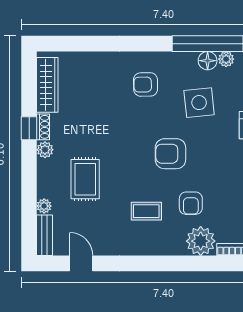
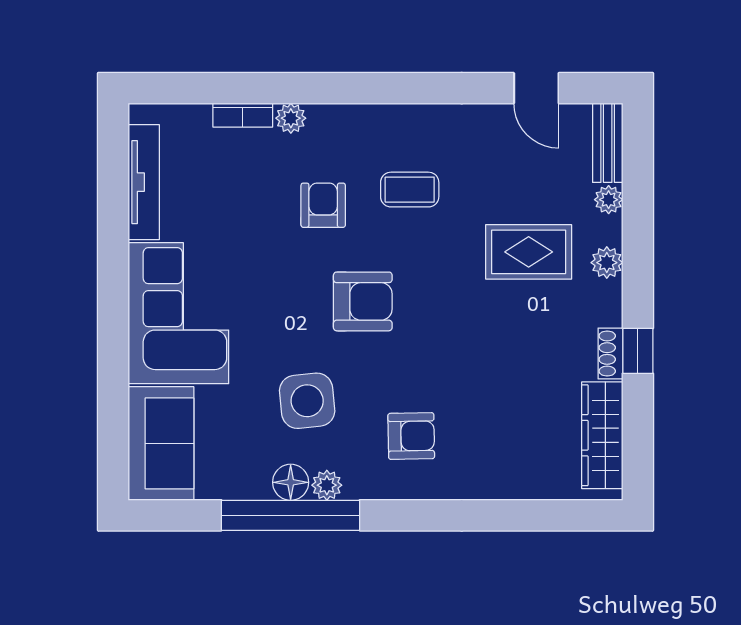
plant: (226, 59) -> (327, 485), moved
plant: (45, 150) -> (607, 263), moved
rug: (85, 179) -> (529, 252), turned 90
plant: (201, 241) -> (291, 118), width x0.53, depth x0.53

